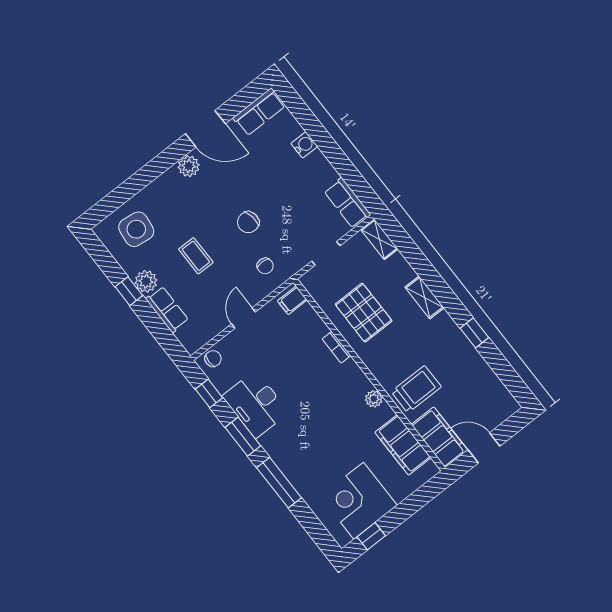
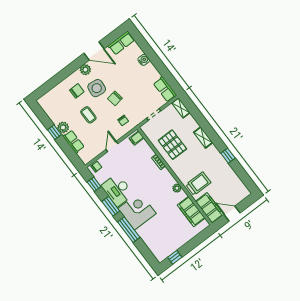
chair: (172, 208) -> (77, 91), added
side table: (136, 229) -> (97, 88), moved
corner desk: (359, 501) -> (137, 211), moved, turned 90

